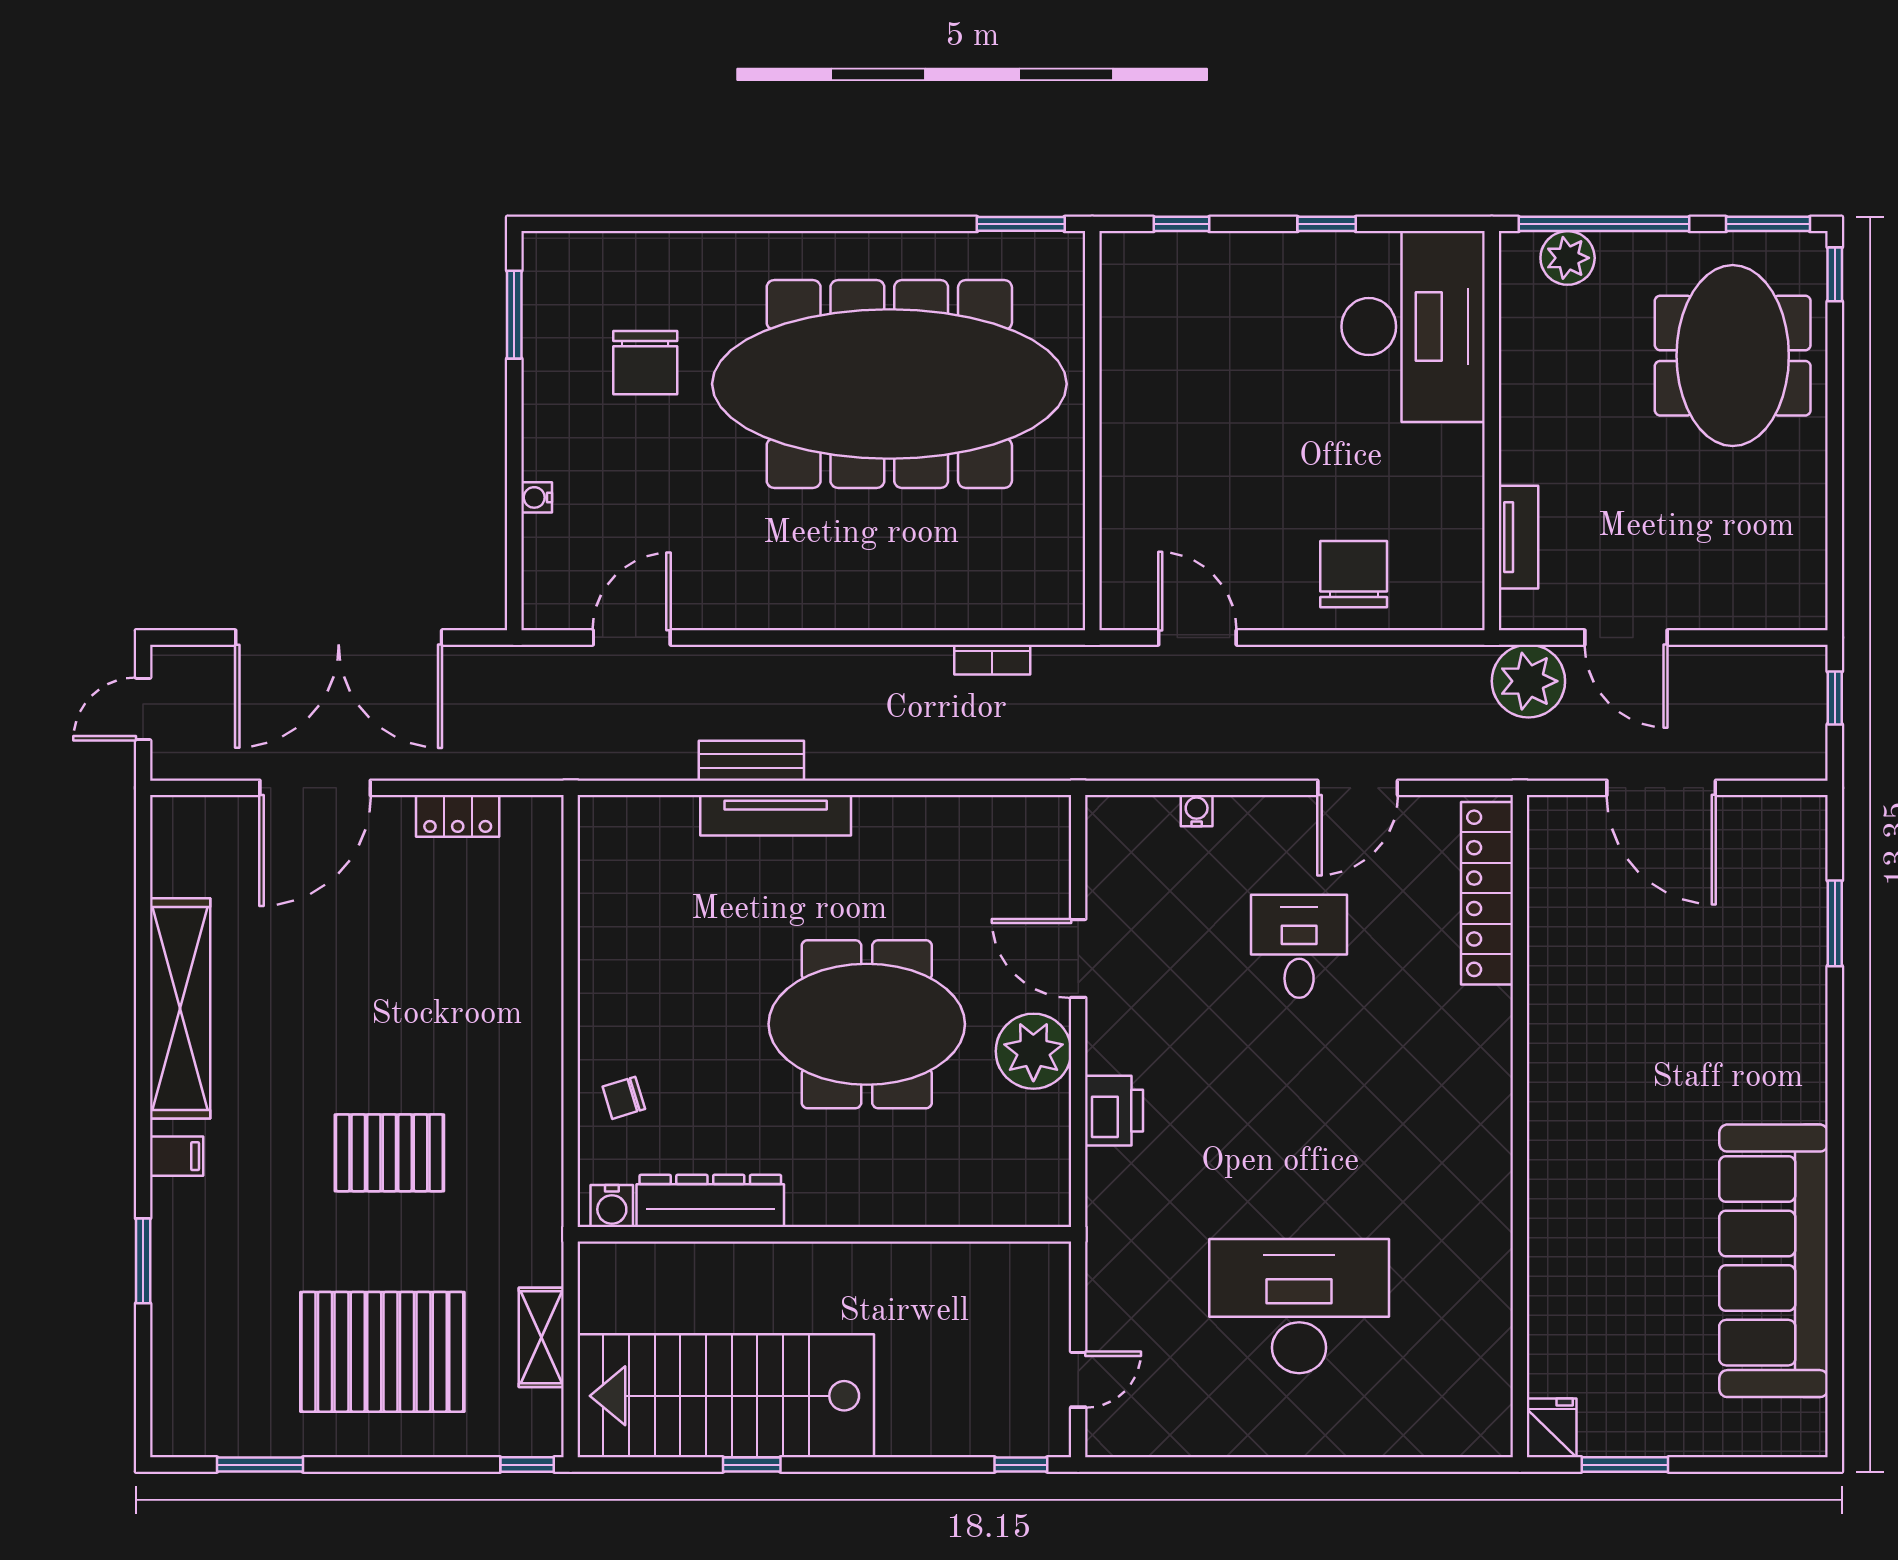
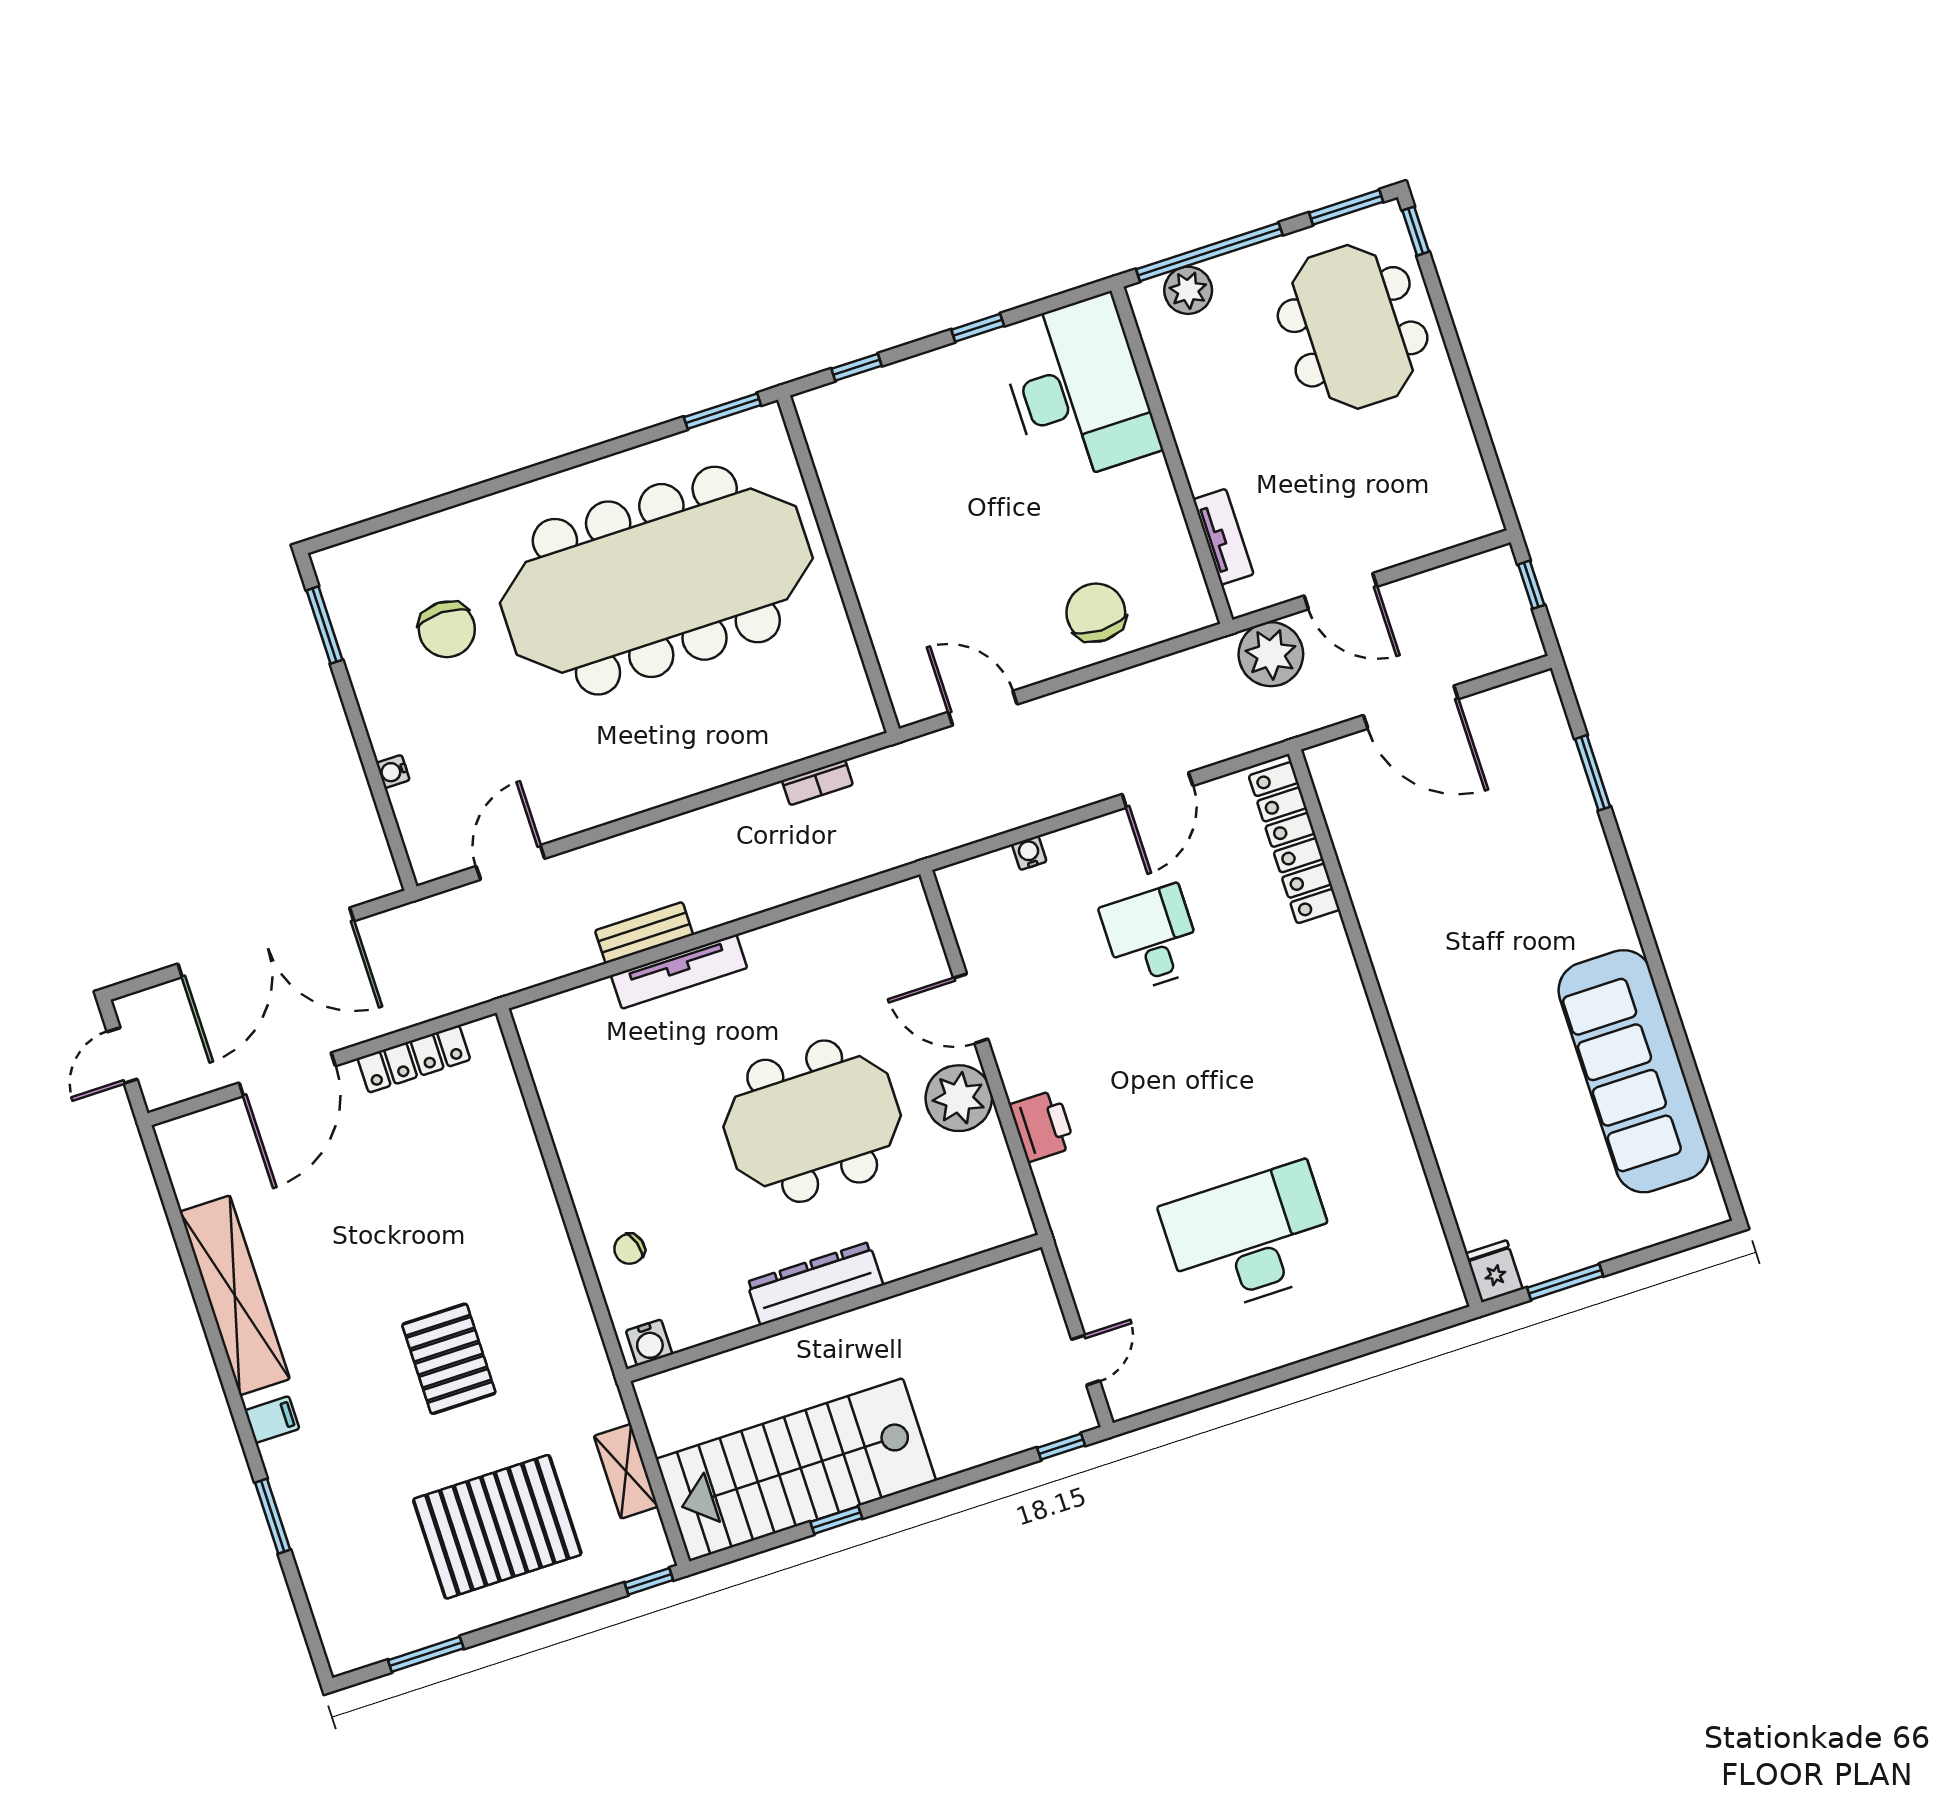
locker: (458, 816) -> (414, 1059), width x1.53
pallet: (389, 1153) -> (449, 1359), turned 90
dresser: (710, 1201) -> (815, 1284), moved

